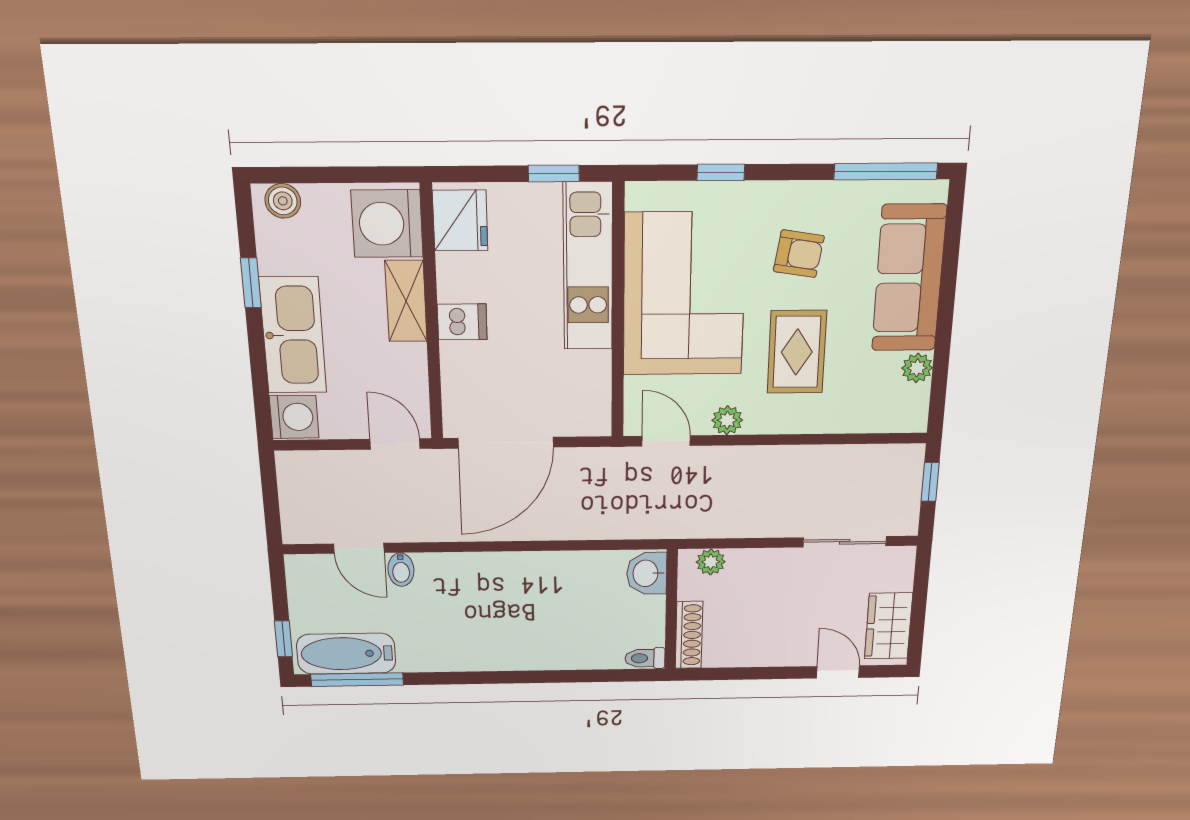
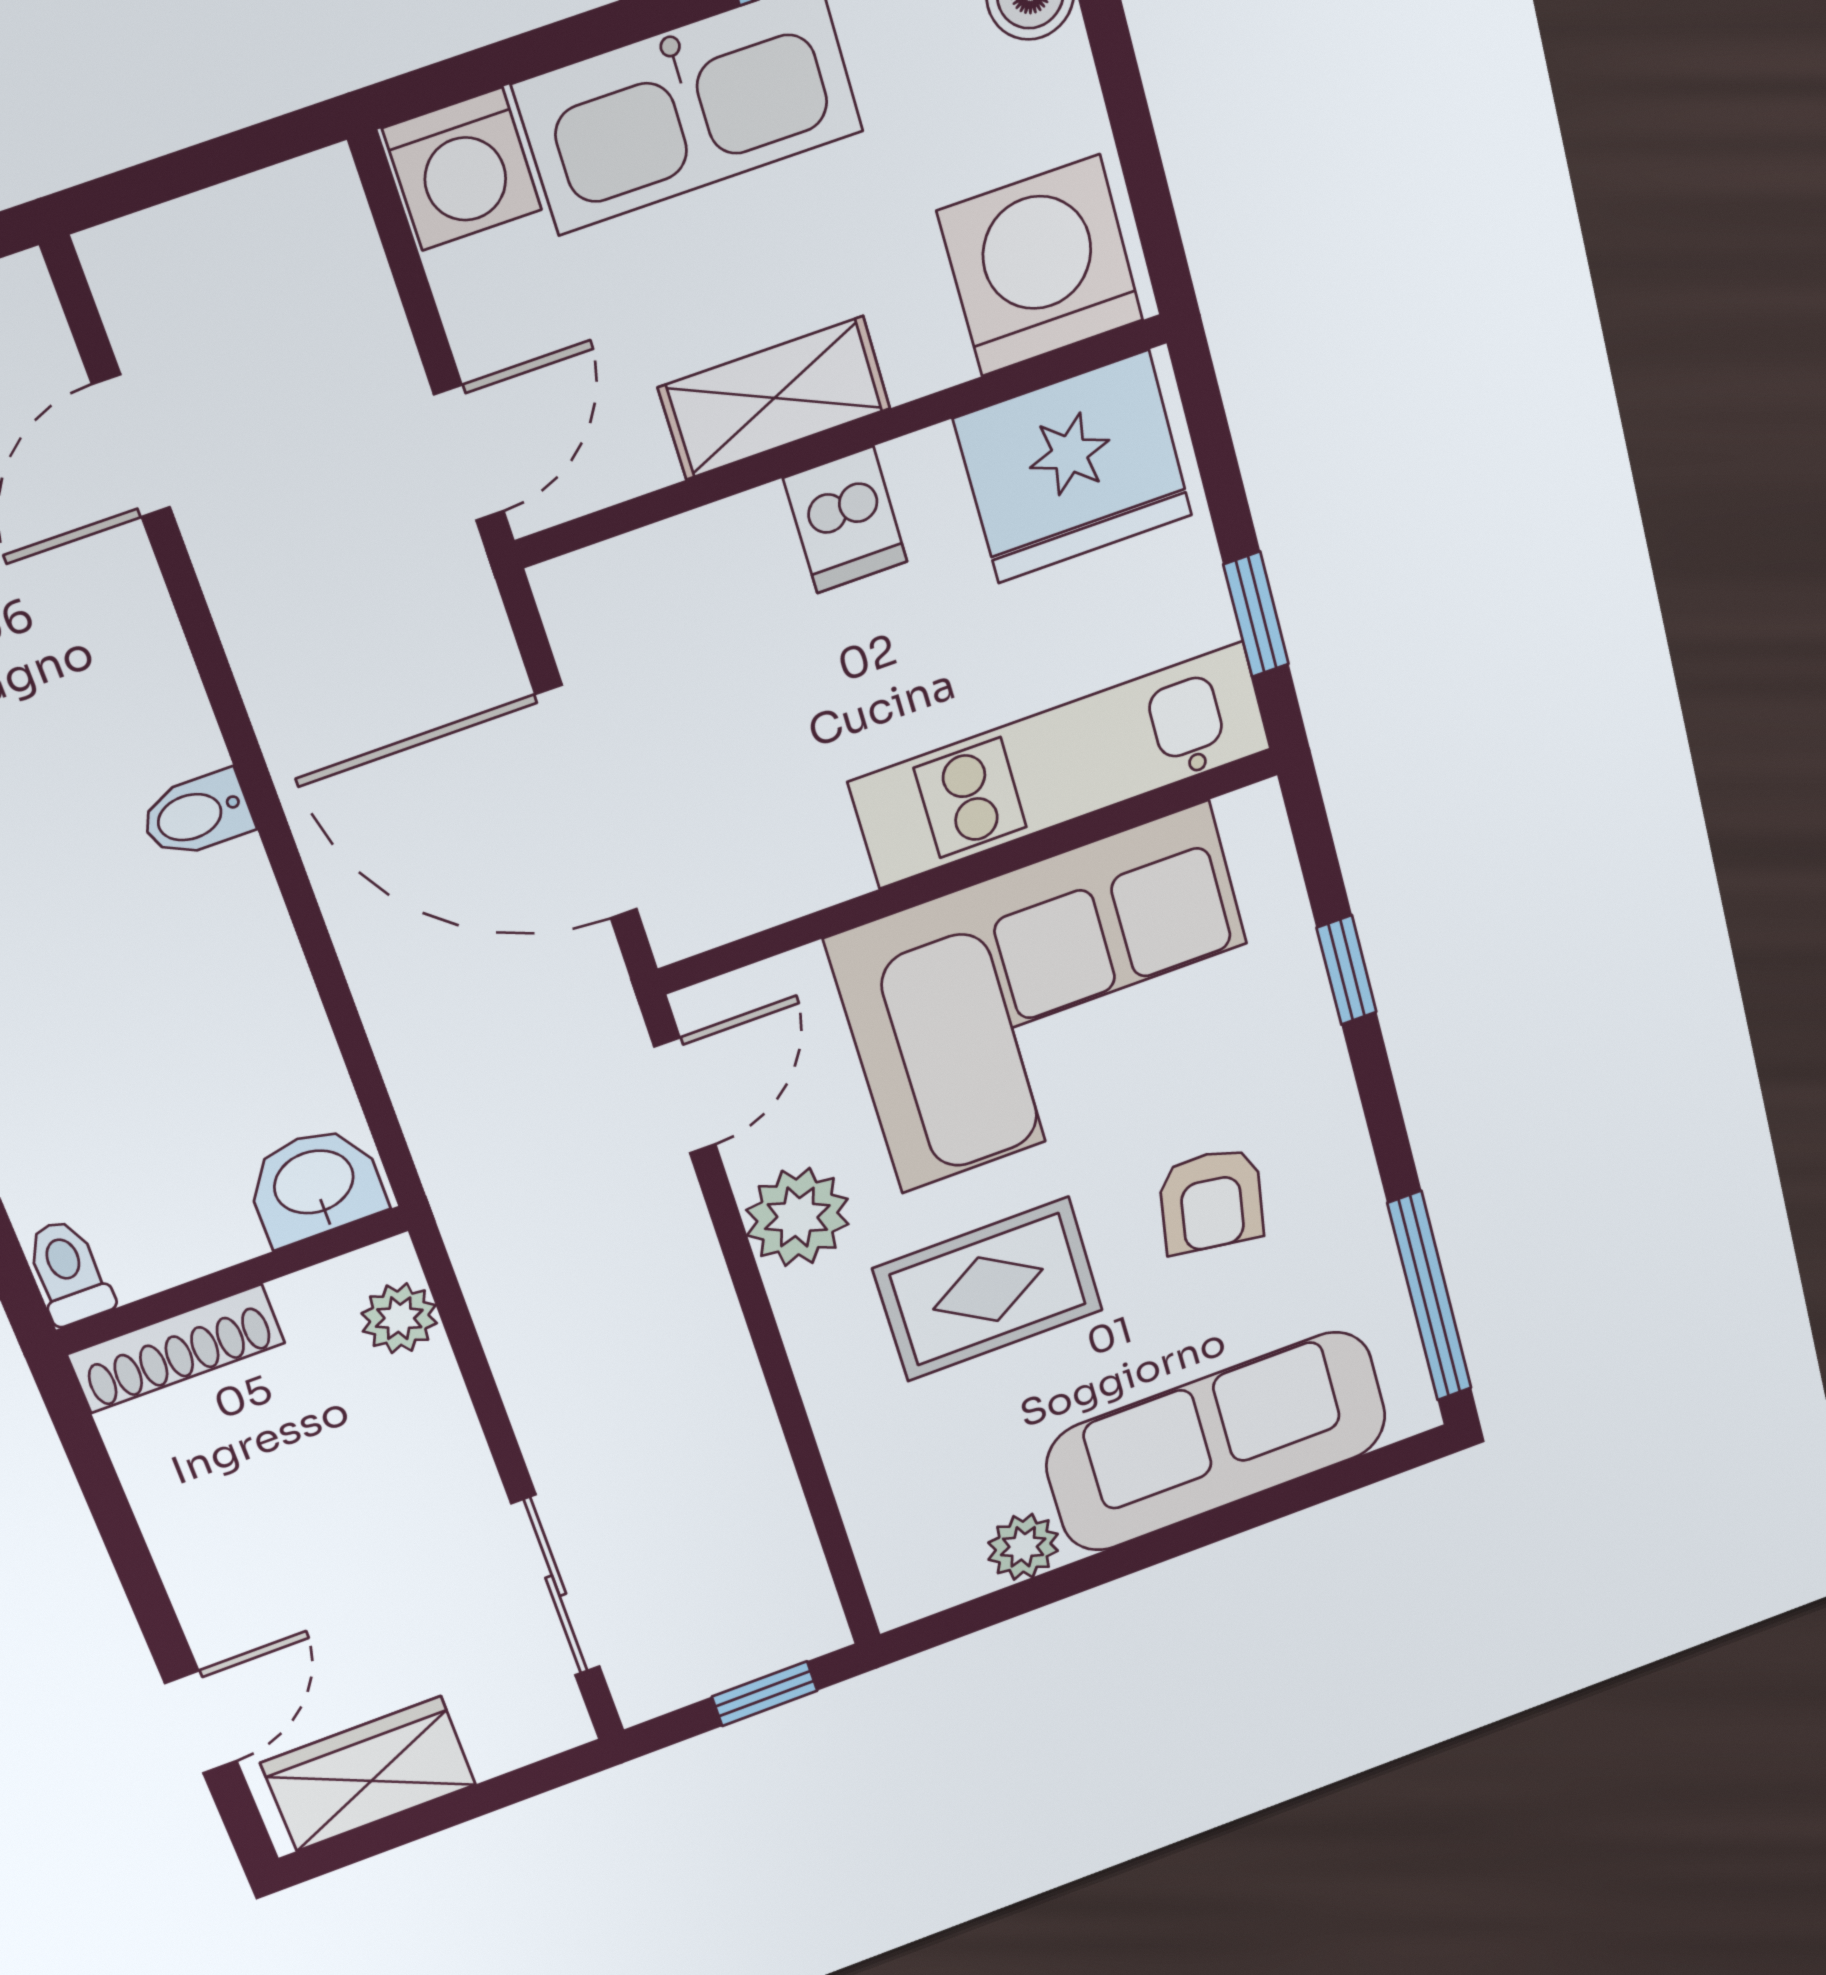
fridge: (460, 220) -> (1073, 467), width x1.36, depth x1.34
shelving: (406, 301) -> (774, 398), moved
plant: (727, 420) -> (797, 1217), width x1.38, depth x1.38
door: (506, 443) -> (587, 803), moved
bidet: (401, 570) -> (197, 815), moved

